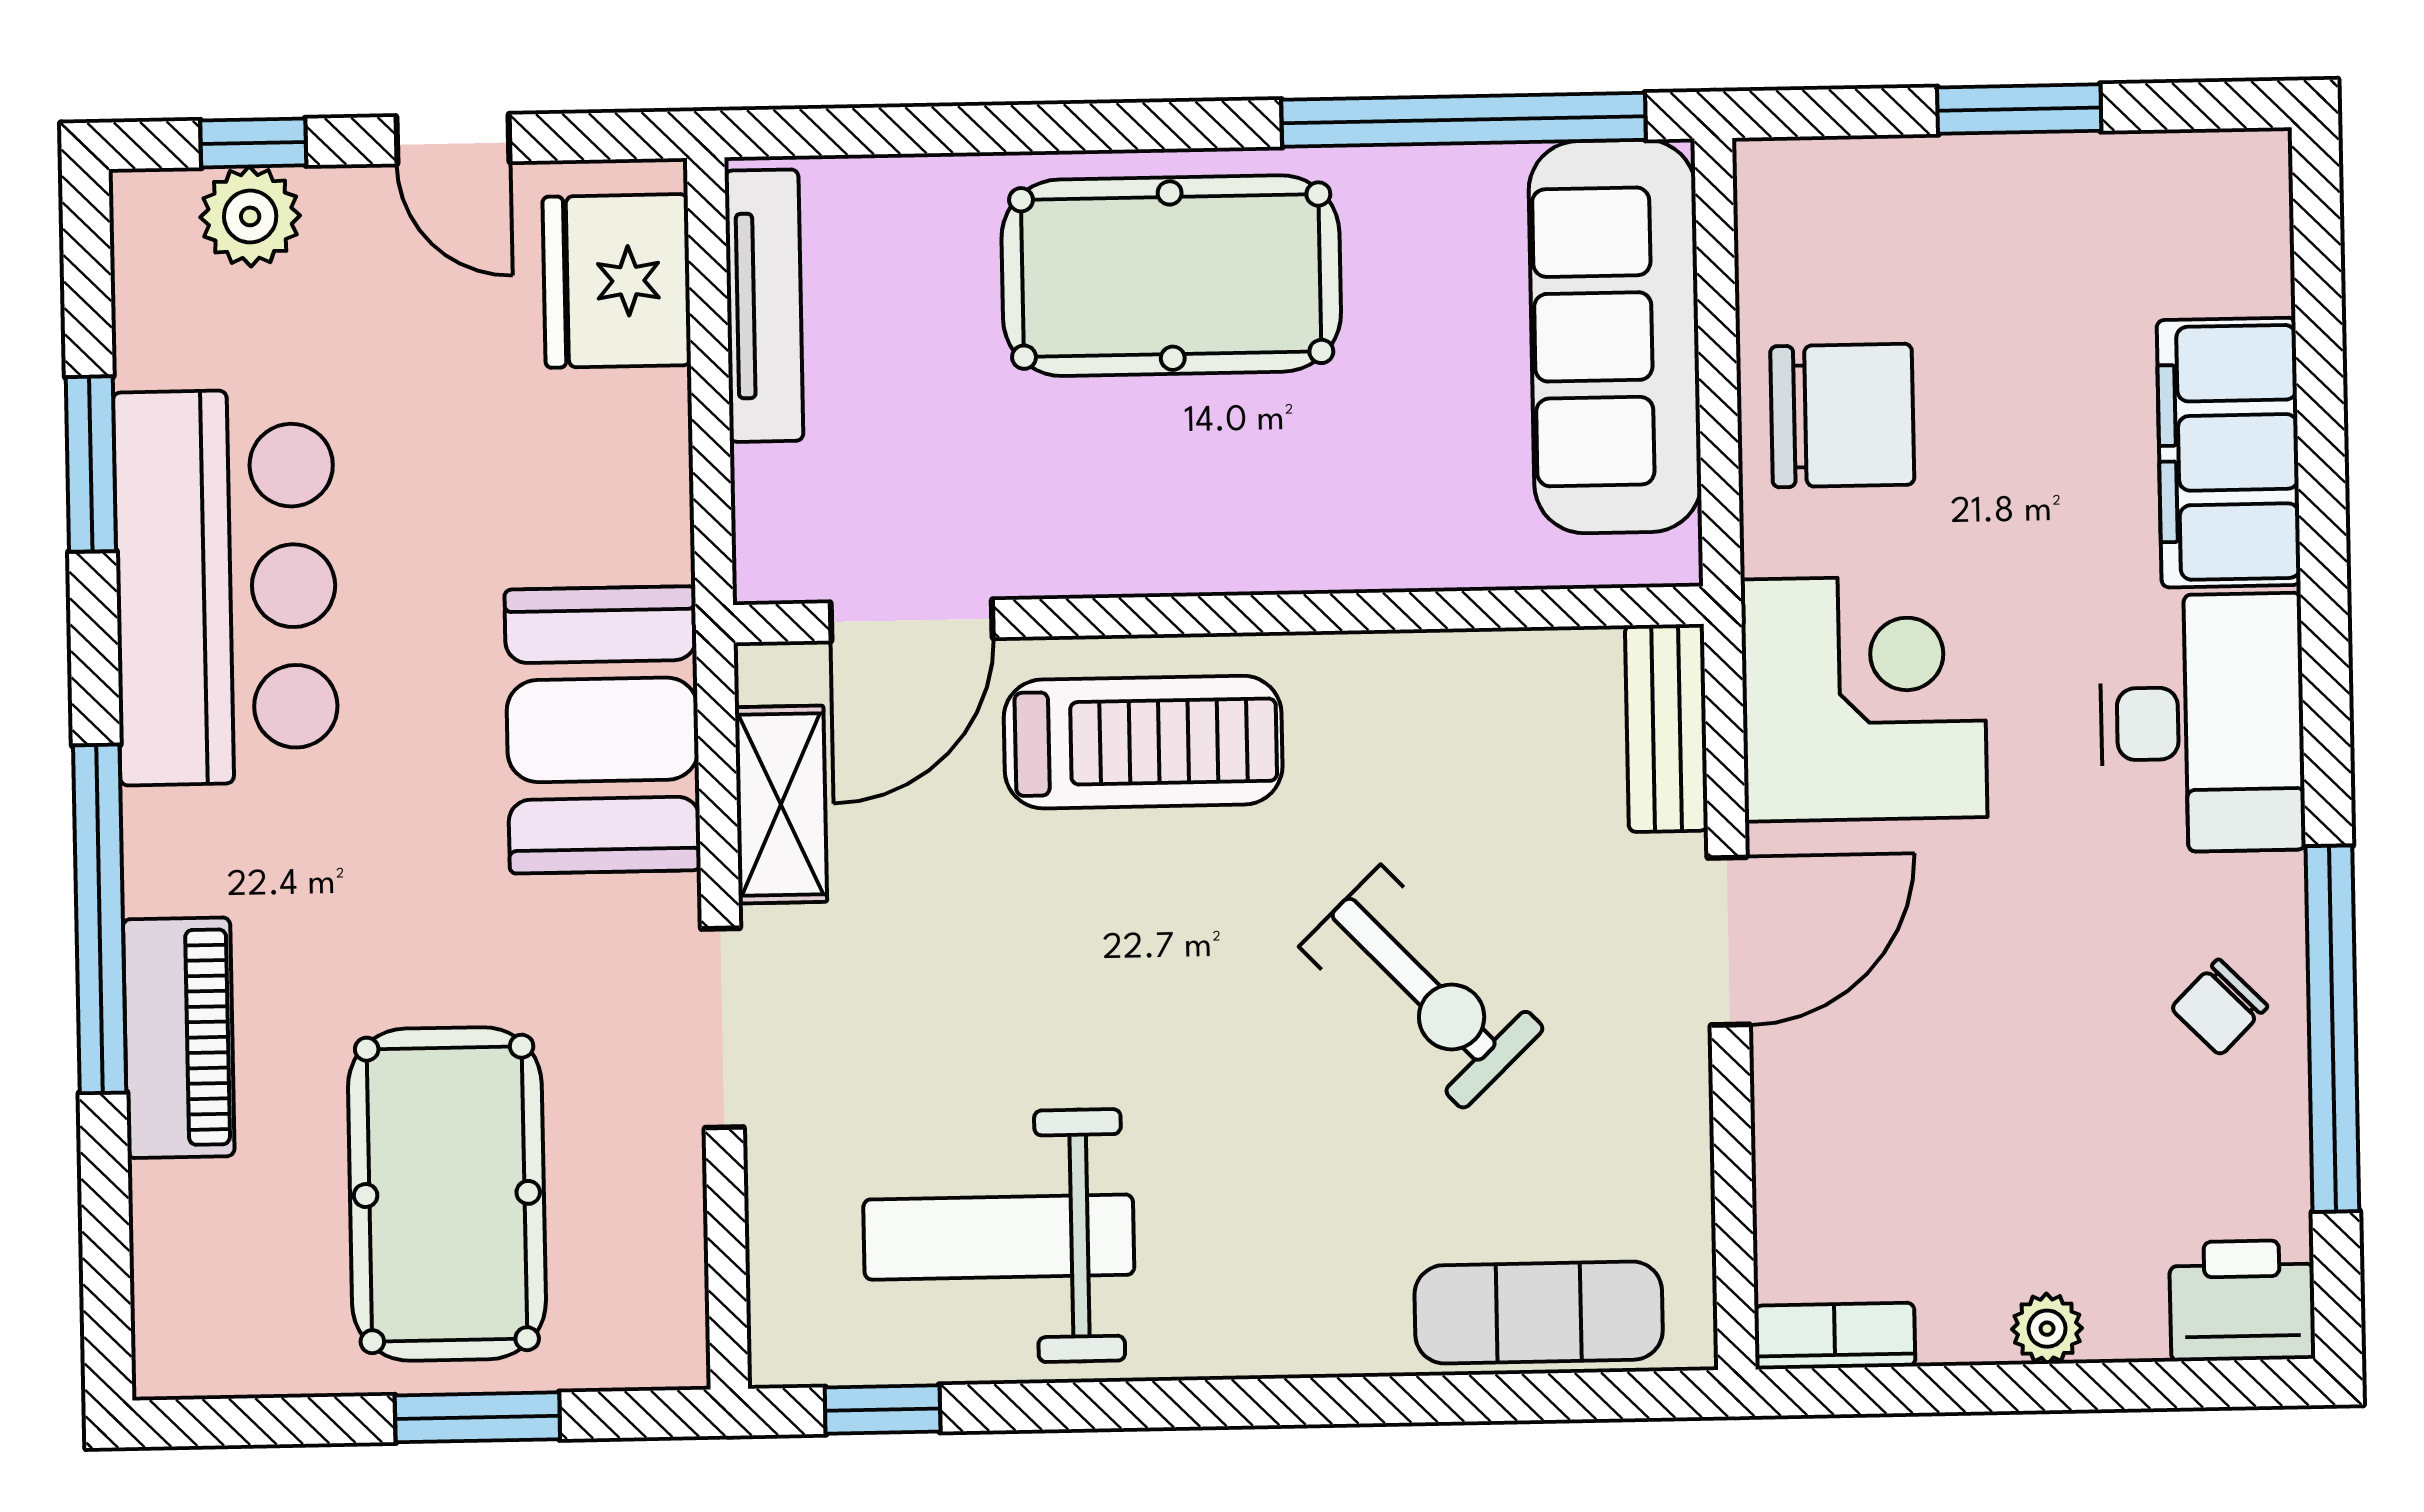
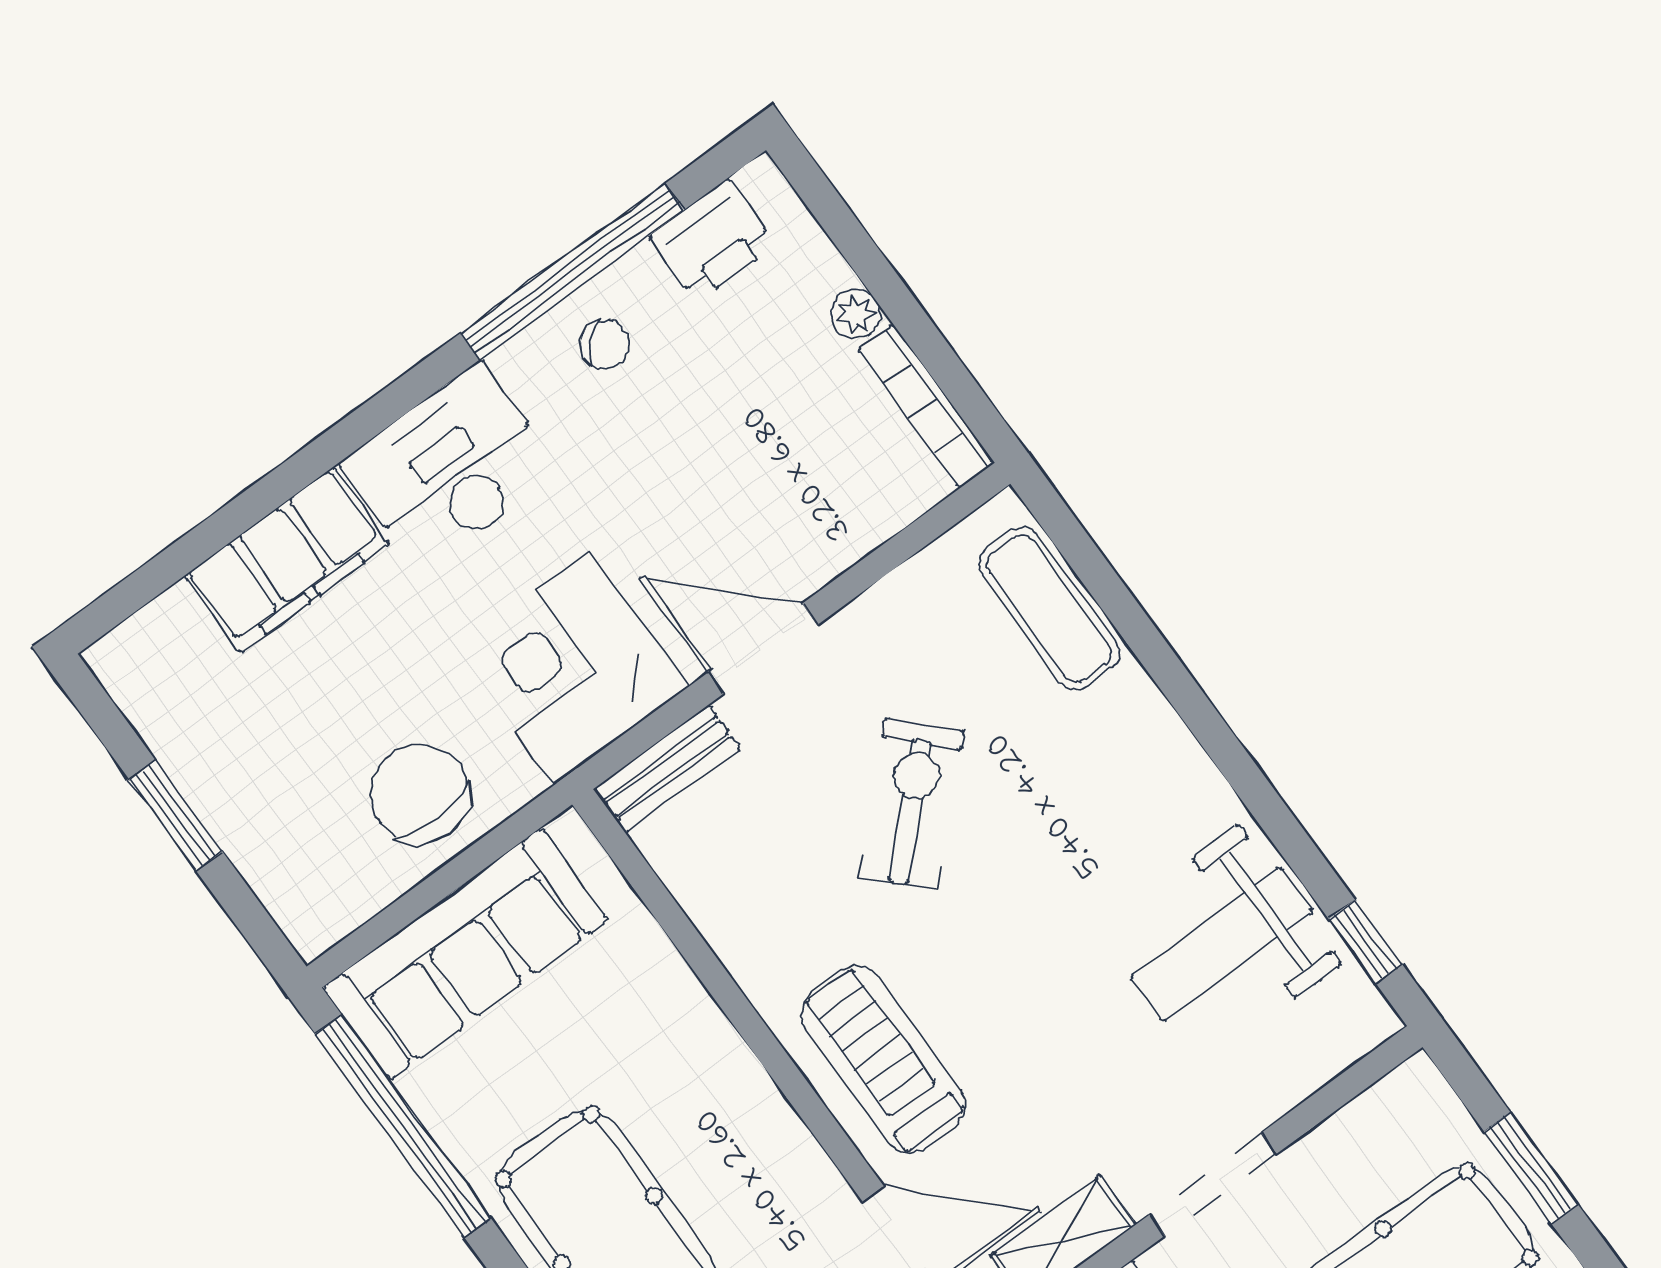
weight bench: (999, 1237) -> (1221, 944), turned 90
printer: (2242, 1301) -> (712, 240), moved, turned -90
bookcase: (1835, 1336) -> (926, 406), width x1.56

